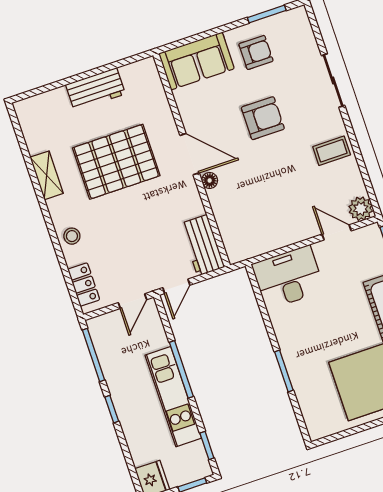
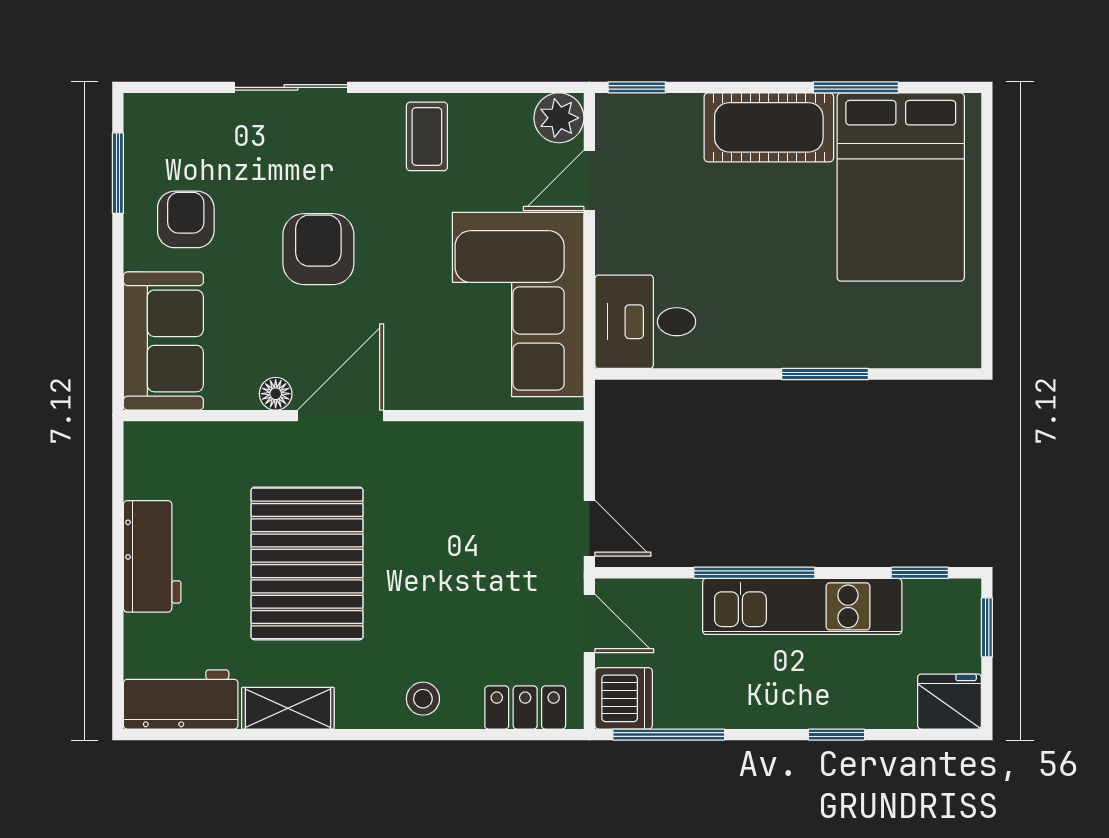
floor lamp: (210, 180) -> (276, 394), moved
corner sofa: (268, 219) -> (518, 304), added
workbench: (202, 245) -> (181, 699), moved, turned 180
desk: (288, 277) -> (645, 322), width x0.73
dishwasher: (103, 329) -> (624, 698), added
window: (112, 409) -> (837, 735), moved

